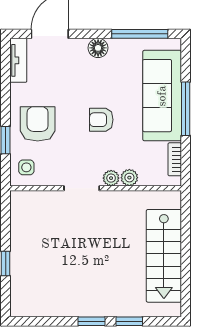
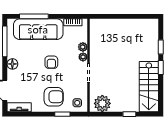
window: (186, 109) -> (34, 16), moved
armchair: (38, 124) -> (54, 97), turned 180
plant: (25, 214) -> (102, 103), added
stairs: (164, 256) -> (149, 87), moved, turned 90

